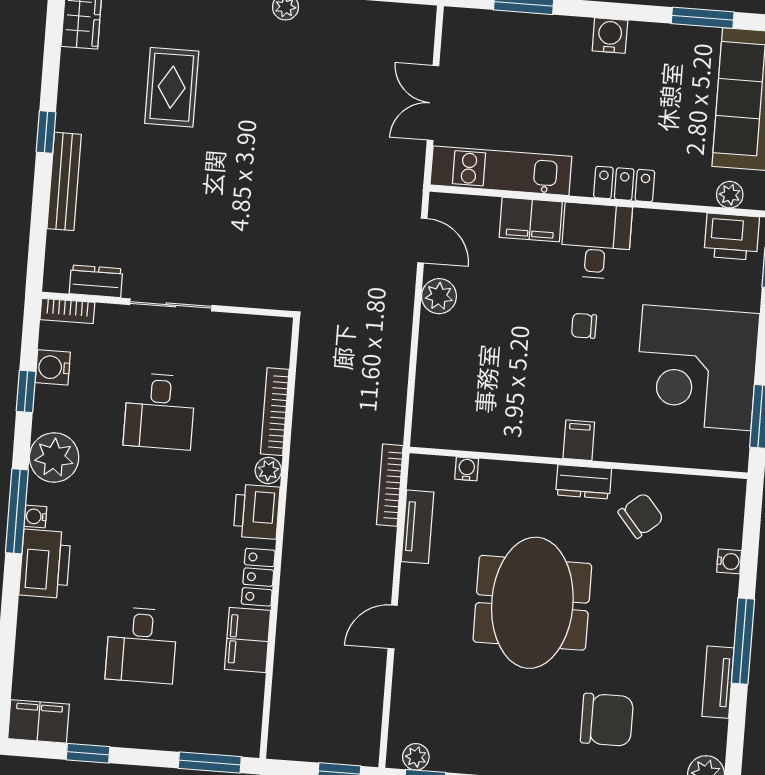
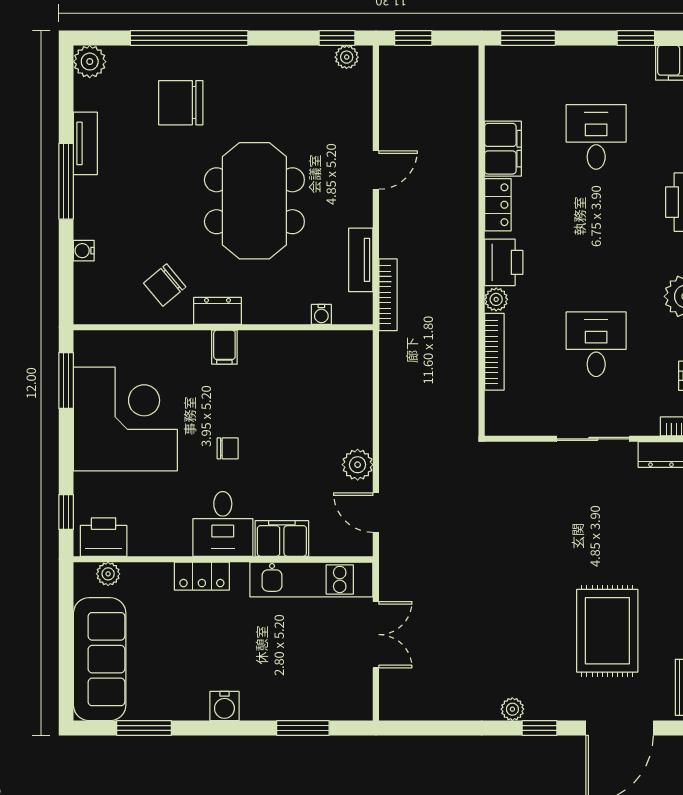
rug: (172, 87) -> (607, 631), width x1.36, depth x1.43

